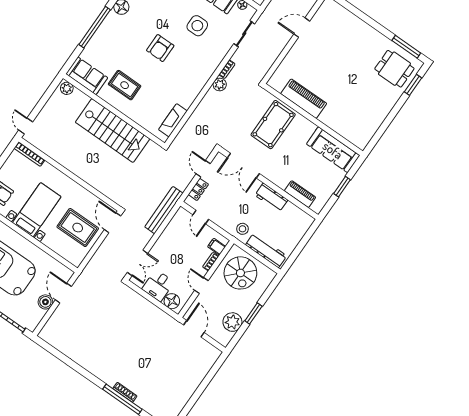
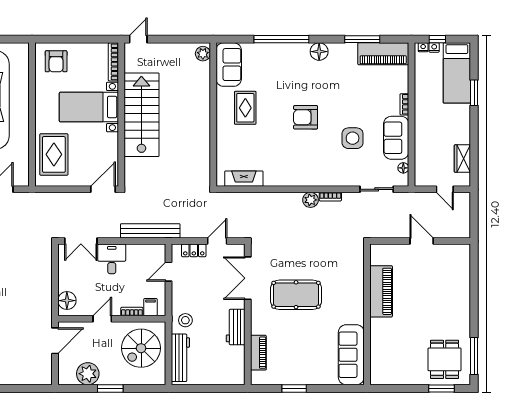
piano: (304, 99) -> (381, 291), moved
wall: (313, 120) -> (367, 314), moved
pool table: (273, 125) -> (296, 295), moved
stairs: (113, 131) -> (141, 115), moved, turned 180
sofa: (333, 150) -> (351, 355), moved
bed with nightstands: (37, 210) -> (89, 107), moved, turned 180
rug: (78, 228) -> (54, 154), moved
desk: (158, 286) -> (112, 259), moved, turned 90

